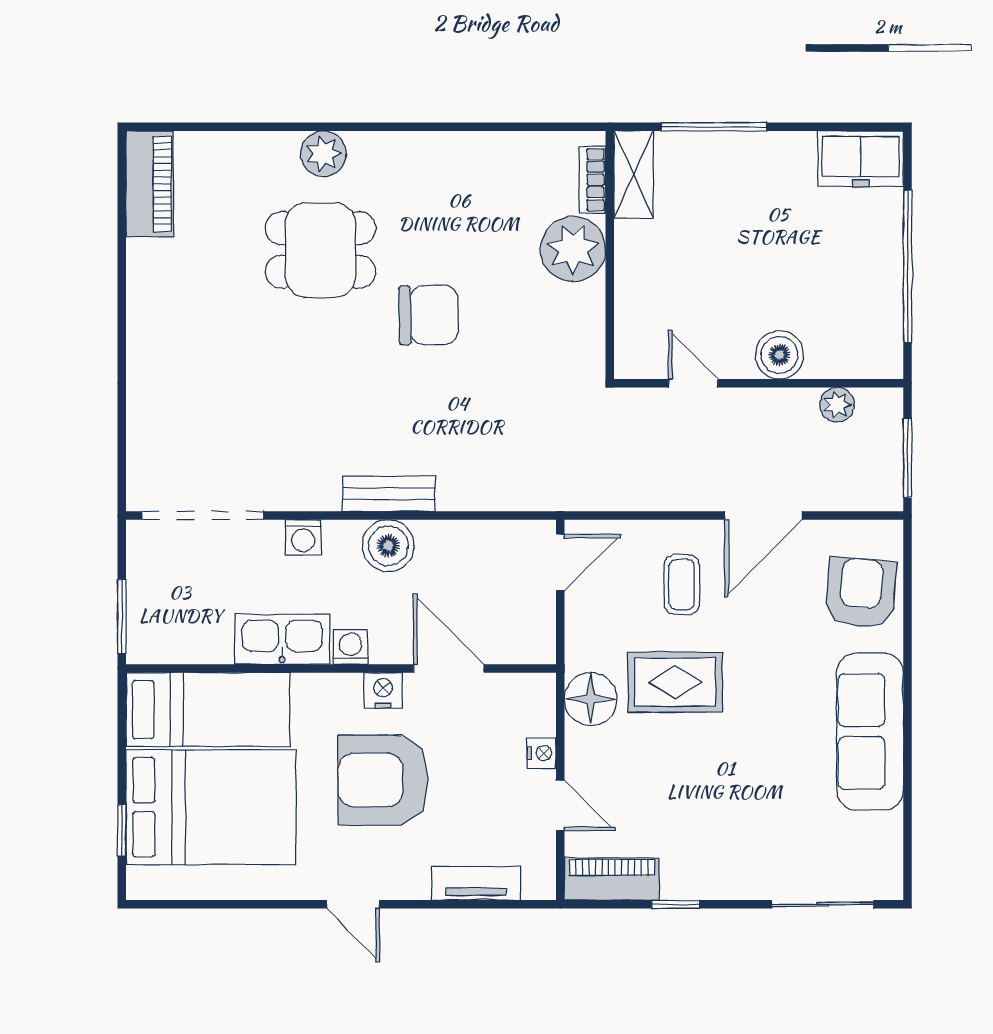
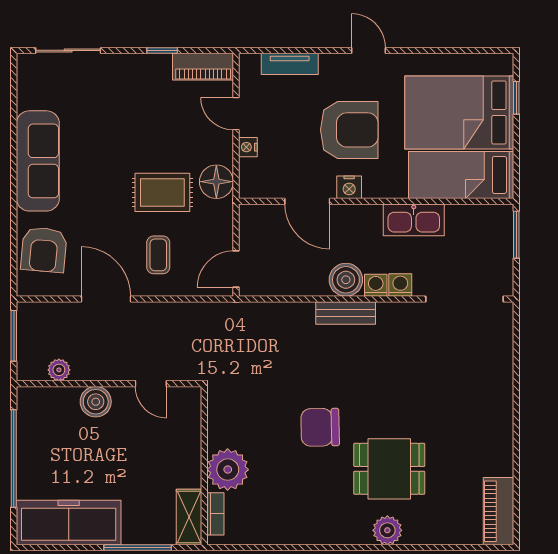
freezer: (861, 159) -> (69, 523), width x1.91, depth x1.26
door: (764, 516) -> (106, 299), hinge flipped
washing machine: (351, 647) -> (376, 285), moved, turned 180

